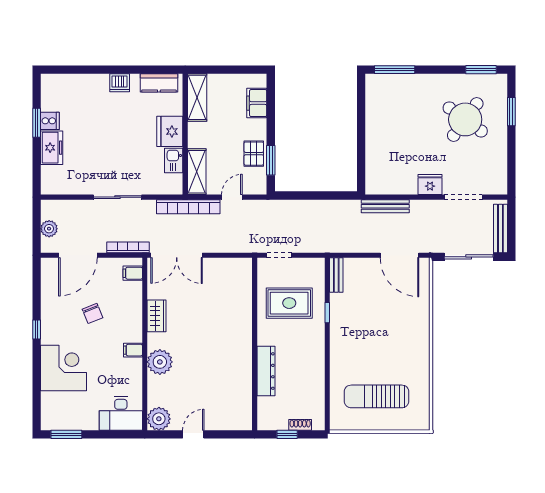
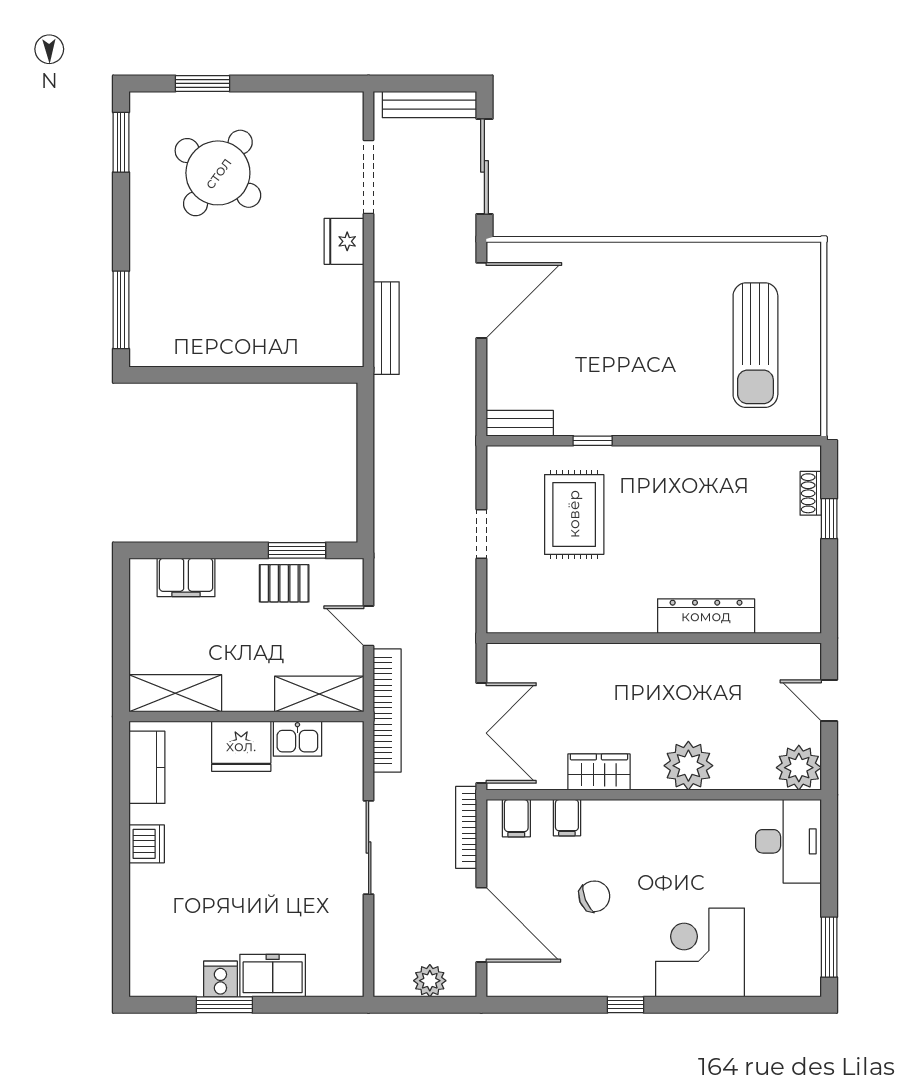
wall: (255, 344) -> (654, 638), moved
filing cabinet: (133, 350) -> (567, 818), moved
dresser: (266, 371) -> (706, 616), moved

